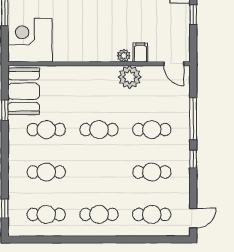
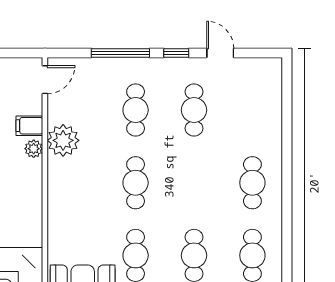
cafe table: (152, 214) -> (252, 110), removed
door: (193, 218) -> (220, 53), moved

